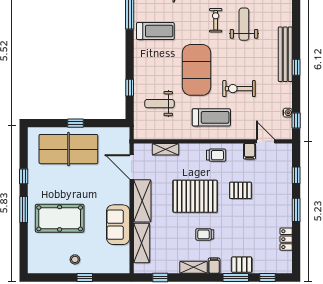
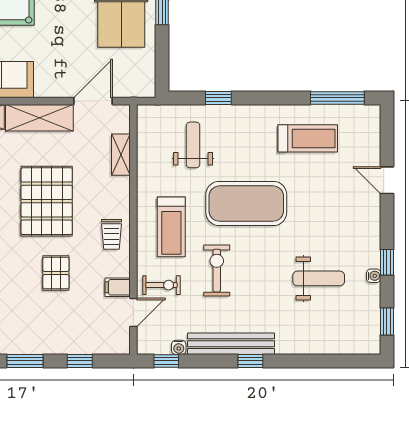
exercise bike: (216, 20) -> (161, 285), moved
treadmill: (155, 31) -> (308, 138), turned -90
bench: (285, 54) -> (231, 344), moved

